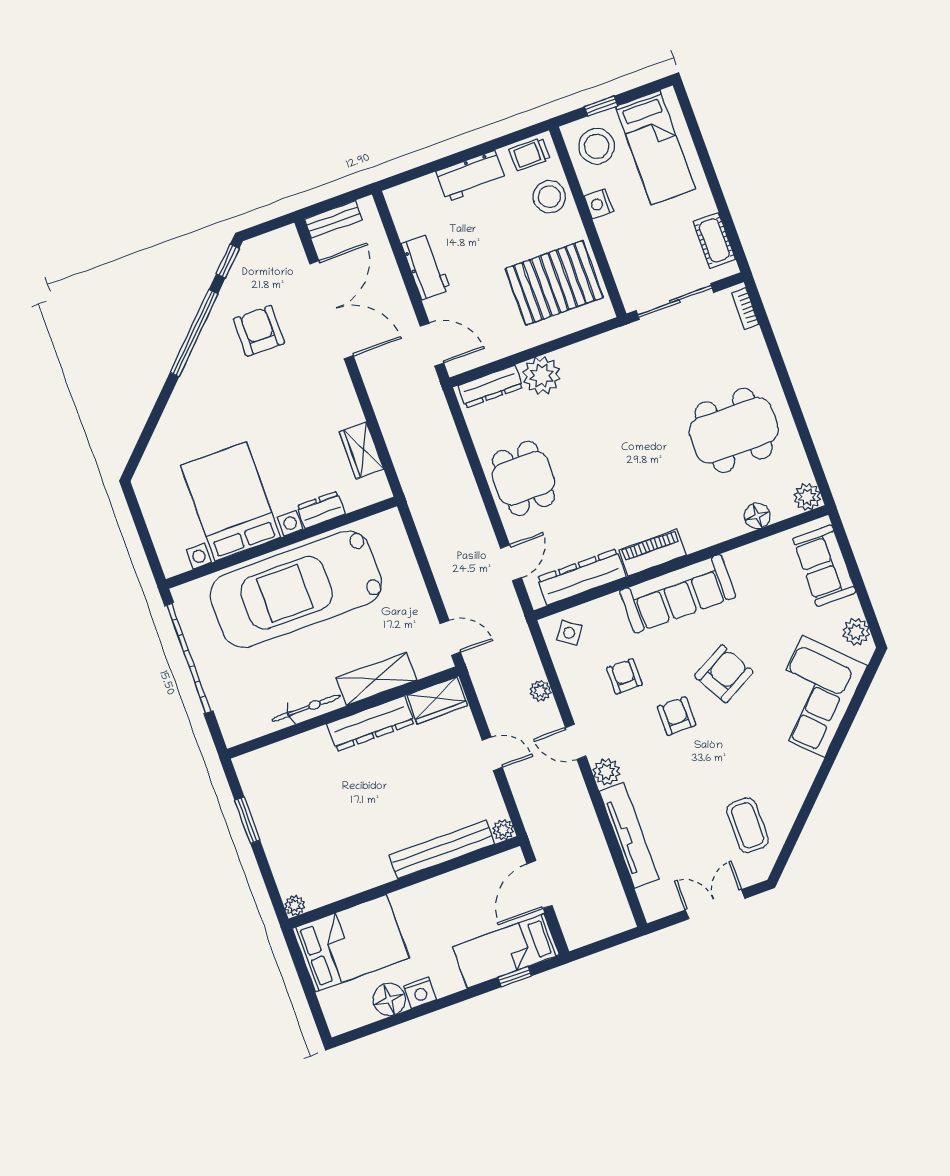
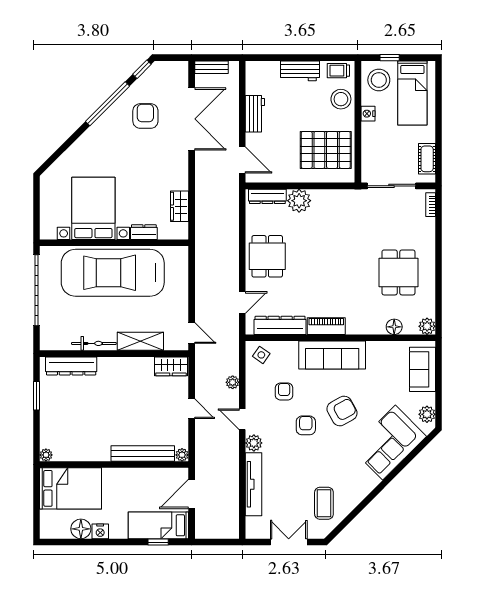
dining table: (734, 430) -> (398, 272), width x0.73
dresser: (371, 724) -> (71, 366), moved

